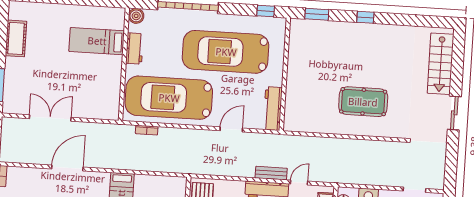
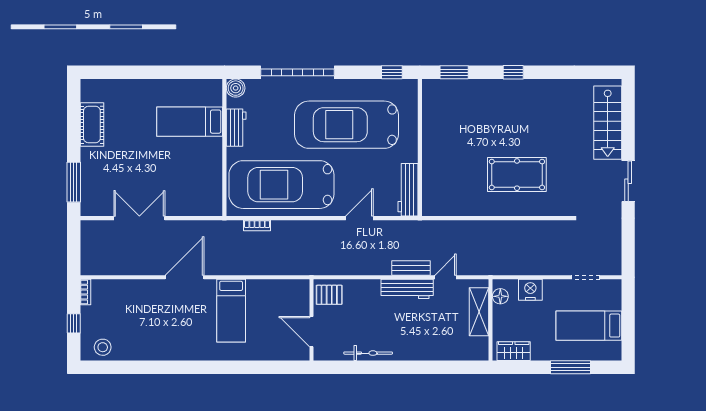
door: (67, 168) -> (185, 277), moved

